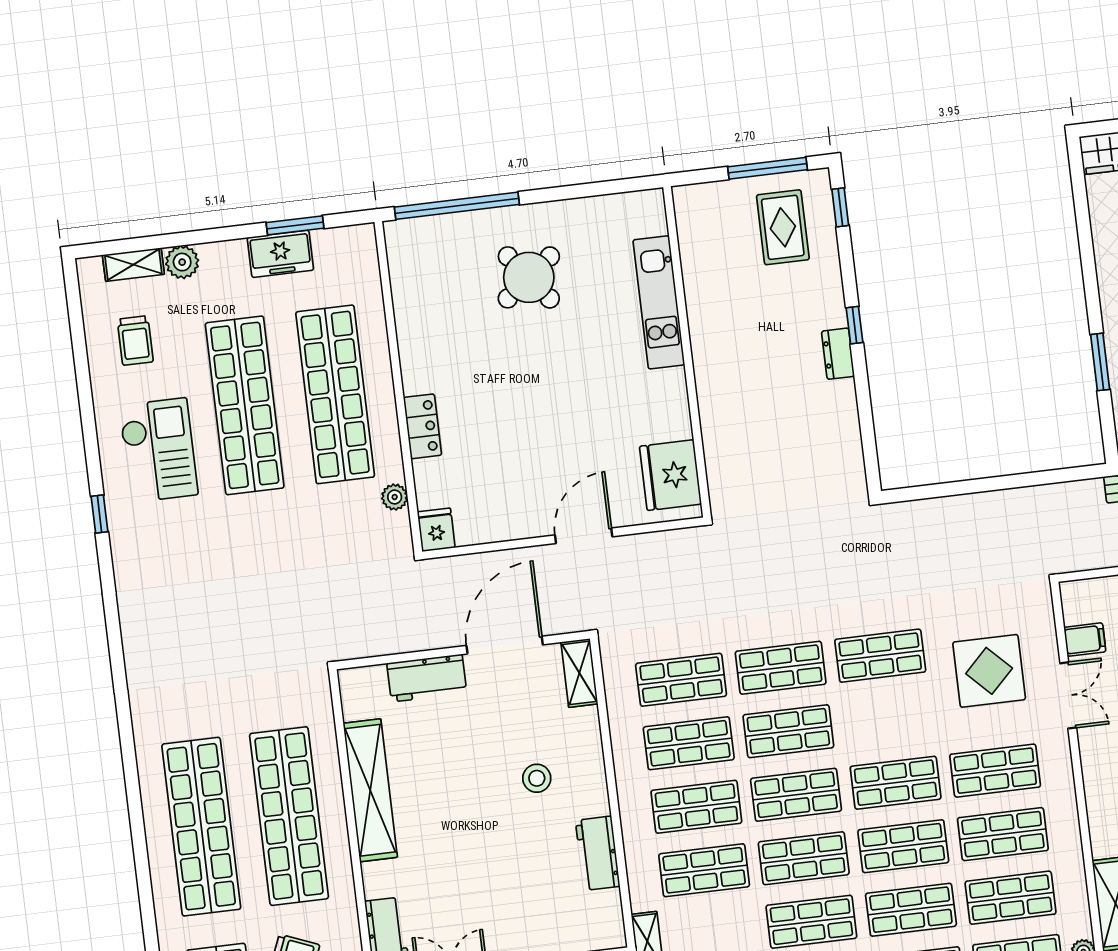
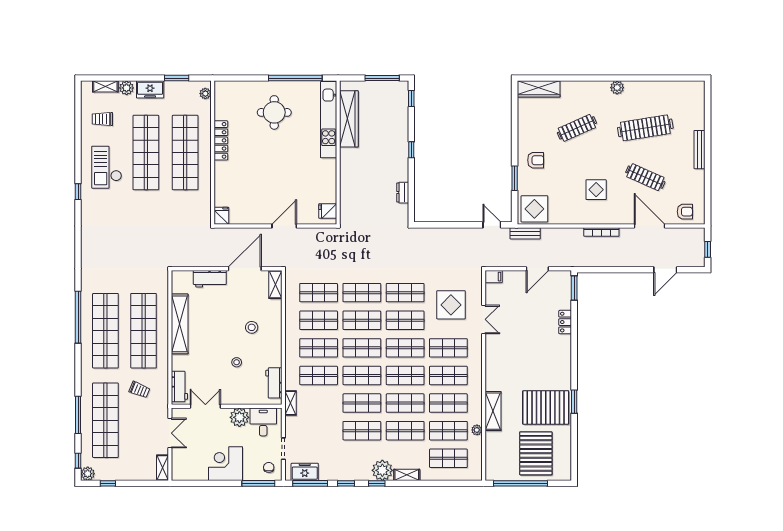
window: (457, 206) -> (295, 78), moved
rug: (783, 227) -> (386, 104), removed
freezer: (280, 254) -> (150, 89), moved
wardrobe: (702, 271) -> (349, 119), added
round table: (529, 277) -> (274, 112), turned 38
kitchen unit: (659, 302) -> (329, 120), width x1.36
trolley: (135, 341) -> (102, 119), turned 90
dresser: (838, 354) -> (403, 193), moved
locker: (422, 426) -> (221, 140), moved, width x1.53
checkout: (158, 450) -> (107, 167), turned 180
fridge: (670, 475) -> (328, 211), width x0.53, depth x0.75
door: (1061, 476) -> (492, 225), added
plant: (395, 497) -> (205, 94), moved
filing cabinet: (1085, 640) -> (494, 277), moved
shop shelf: (888, 719) -> (405, 320), added
window: (134, 803) -> (78, 317), added
workbench: (598, 853) -> (274, 383), moved
stool: (512, 863) -> (237, 362), added

